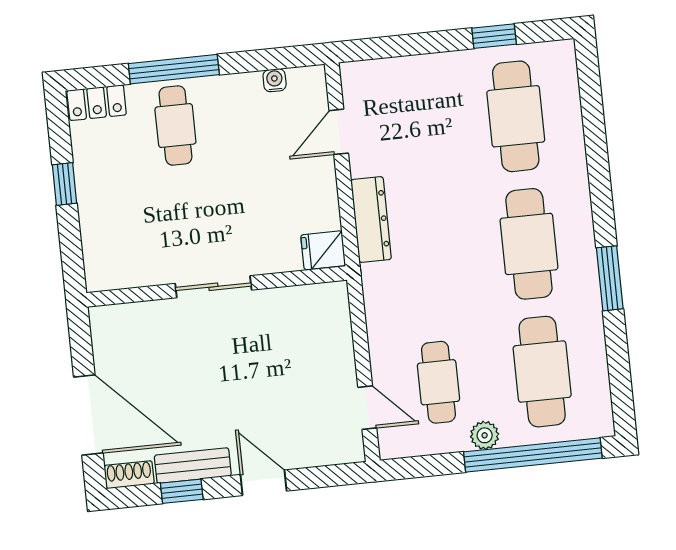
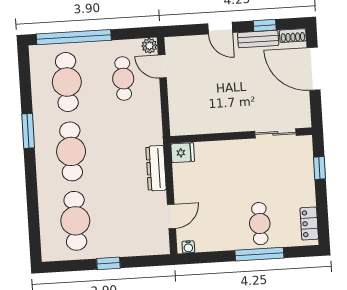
window: (494, 36) -> (108, 263), moved
water cooler: (275, 80) -> (188, 247), moved
locker: (97, 103) -> (309, 224), moved, turned -90
window: (65, 184) -> (320, 168), moved
sliding door: (213, 287) -> (275, 133), moved
plant: (485, 435) -> (149, 46), moved

